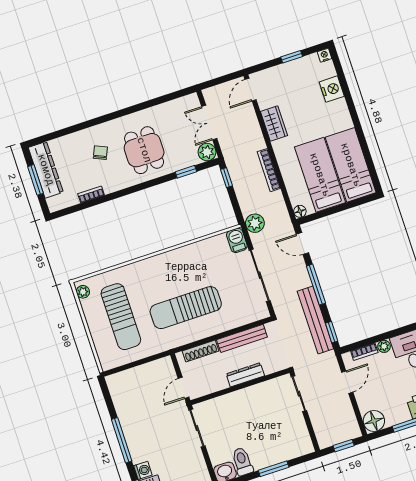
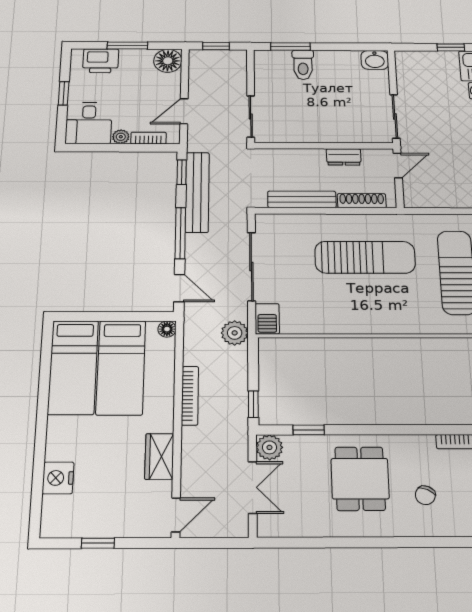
nightstand: (324, 55) -> (49, 530), removed
dresser: (245, 375) -> (344, 157), moved, width x0.70
toilet: (242, 461) -> (303, 65), moved
window: (274, 469) -> (290, 46), moved

